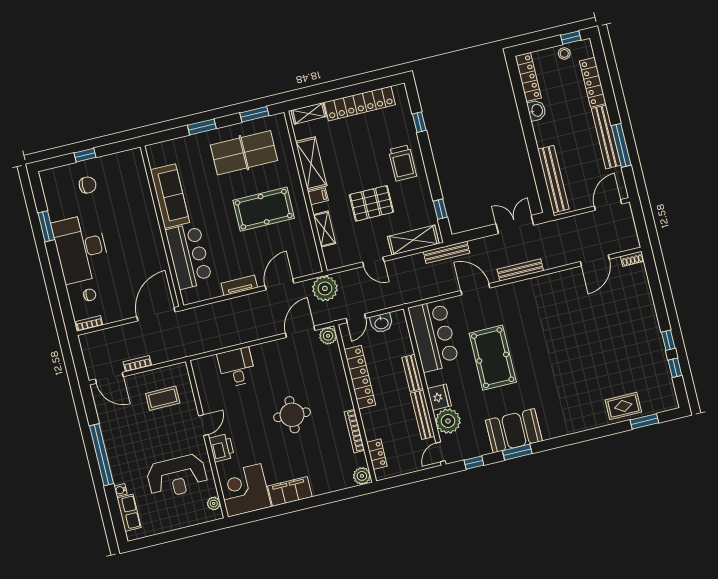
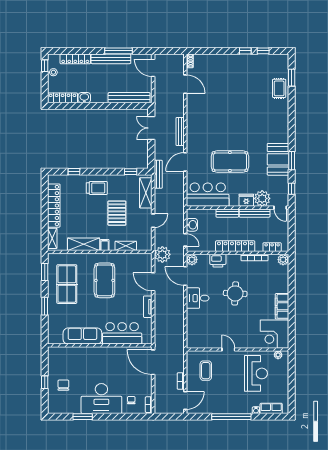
desk: (237, 367) -> (198, 298), moved
locker: (360, 377) -> (235, 246), moved
printer: (222, 448) -> (218, 261), moved, turned 180

